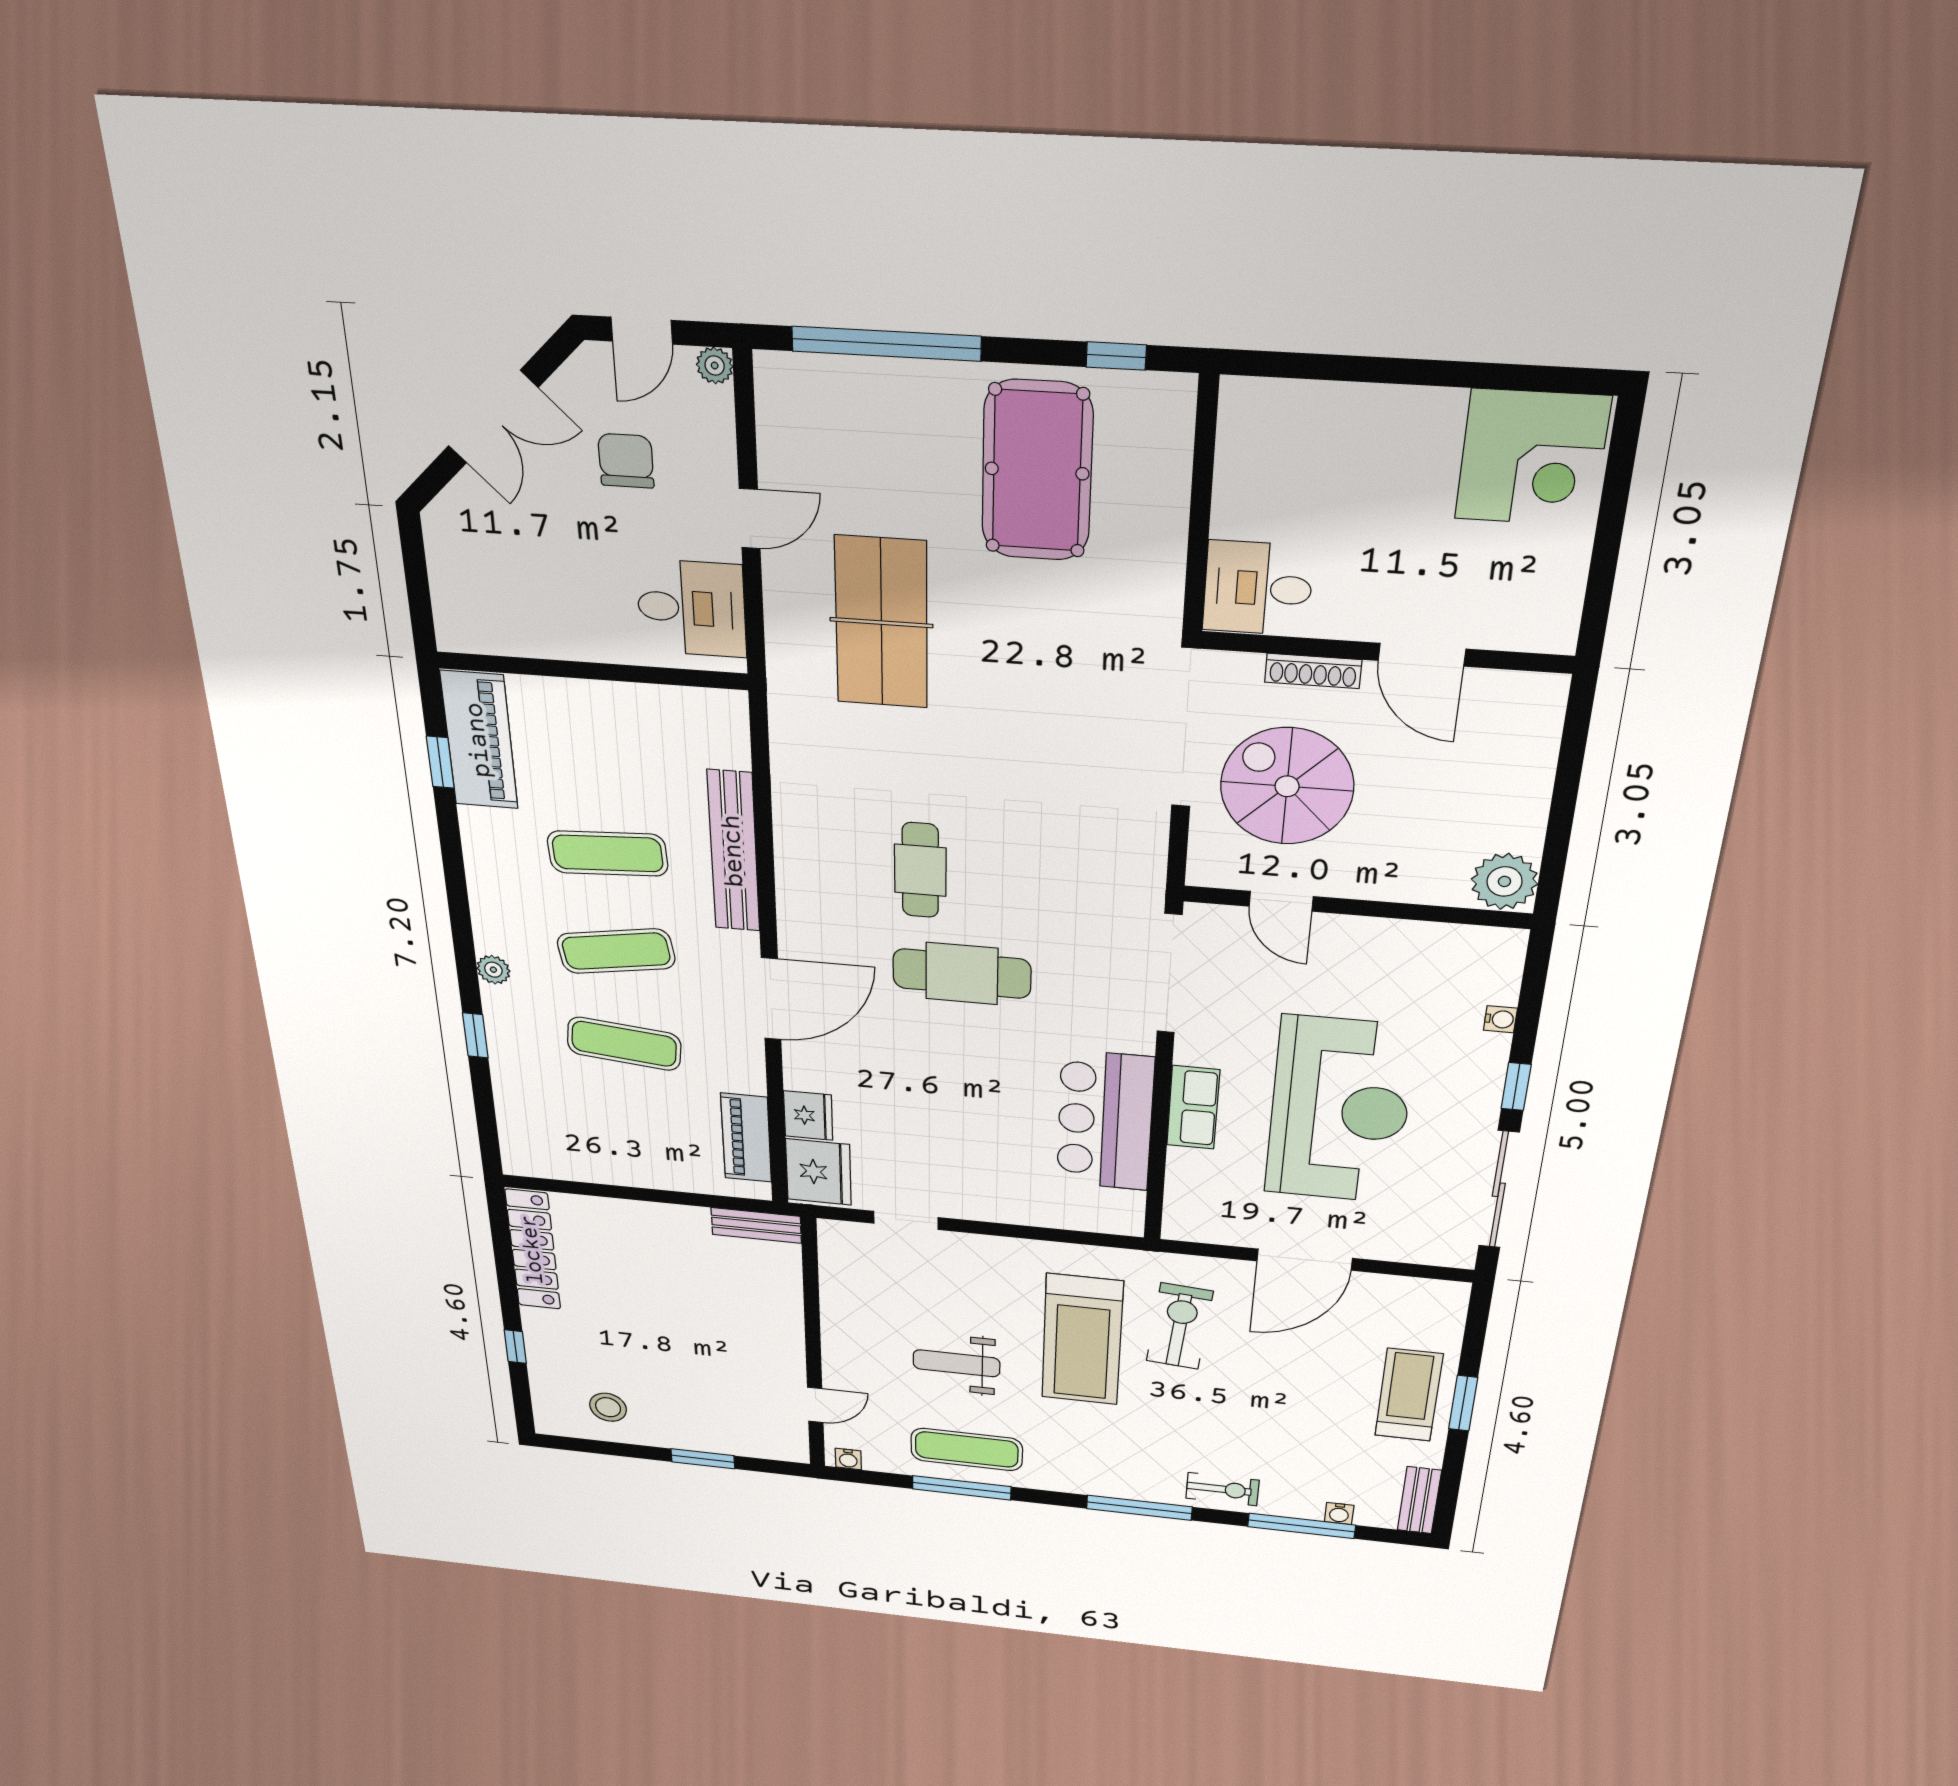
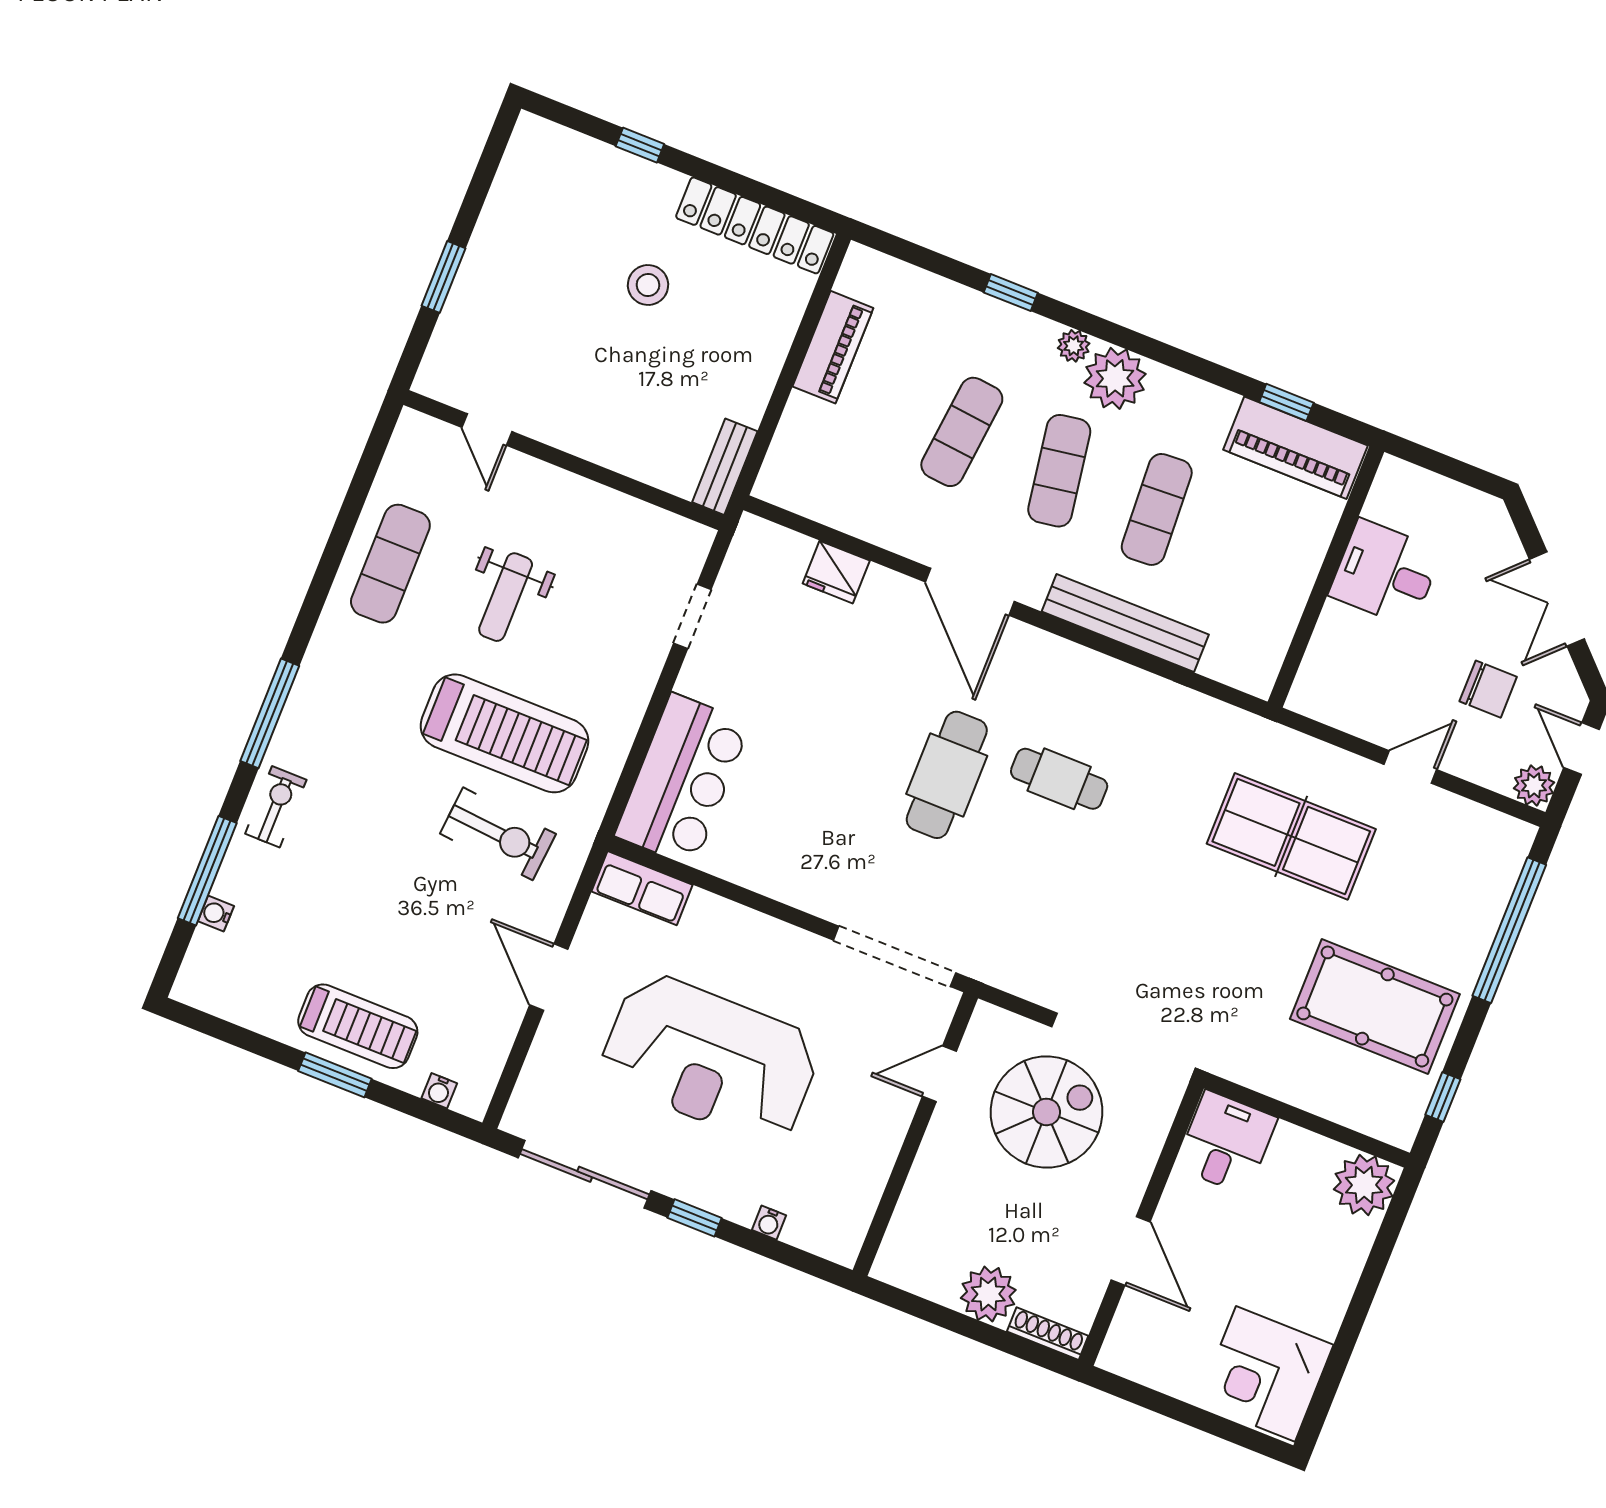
plant: (715, 366) -> (1534, 785), width x1.38, depth x1.38
plant: (1257, 415) -> (1364, 1185), added
door: (750, 519) -> (1410, 767), swing flipped
desk: (691, 608) -> (1385, 573), moved, turned 90
door: (1422, 655) -> (1131, 1251), swing flipped
shoe rack: (1313, 671) -> (1048, 1334), moved, turned 90
plant: (1504, 881) -> (988, 1294), moved
plant: (503, 926) -> (1115, 378), added
row of seats: (1193, 1108) -> (642, 888), moved
bar counter: (1105, 1121) -> (683, 780), moved, turned 90
piano: (746, 1138) -> (833, 347), moved, turned 90
fridge: (819, 1172) -> (770, 555), removed
door: (1305, 1260) -> (549, 977), width x0.73
treadmill: (1082, 1340) -> (504, 733), turned 180
weight bench: (956, 1363) -> (506, 597), turned 180
stool: (608, 1407) -> (648, 285), moved
water cooler: (848, 1459) -> (439, 1091), moved, turned -90
window: (962, 1488) -> (340, 538), removed
exercise bike: (1222, 1489) -> (276, 807), turned 180
bench: (1419, 1500) -> (216, 998), removed

